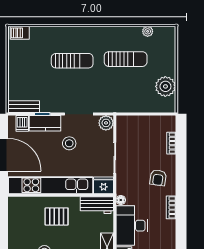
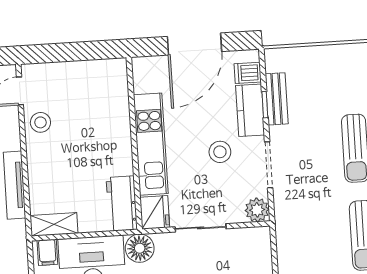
bench: (24, 107) -> (277, 99), moved
kitchen unit: (51, 185) -> (151, 144), width x0.73
floor lamp: (121, 200) -> (140, 248), width x1.89, depth x1.89
pallet: (57, 216) -> (99, 139), removed

